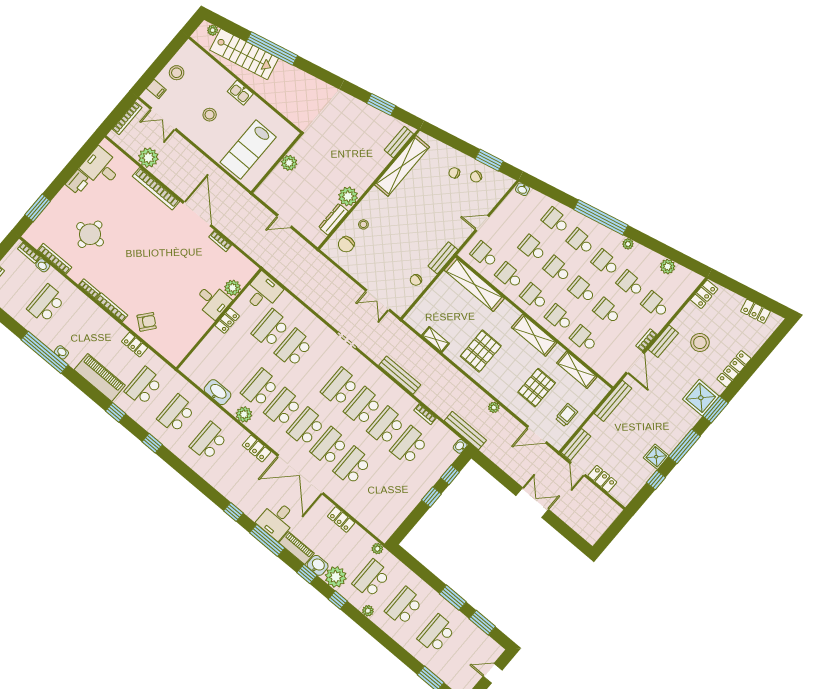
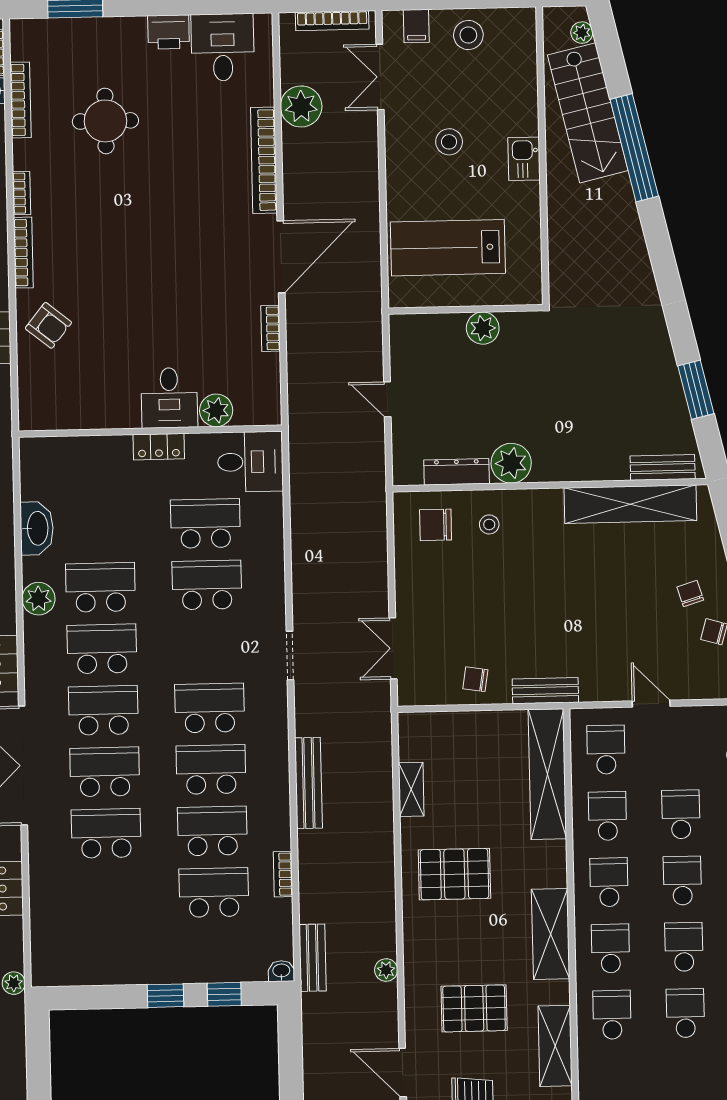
bench: (465, 430) -> (313, 958), width x0.73

